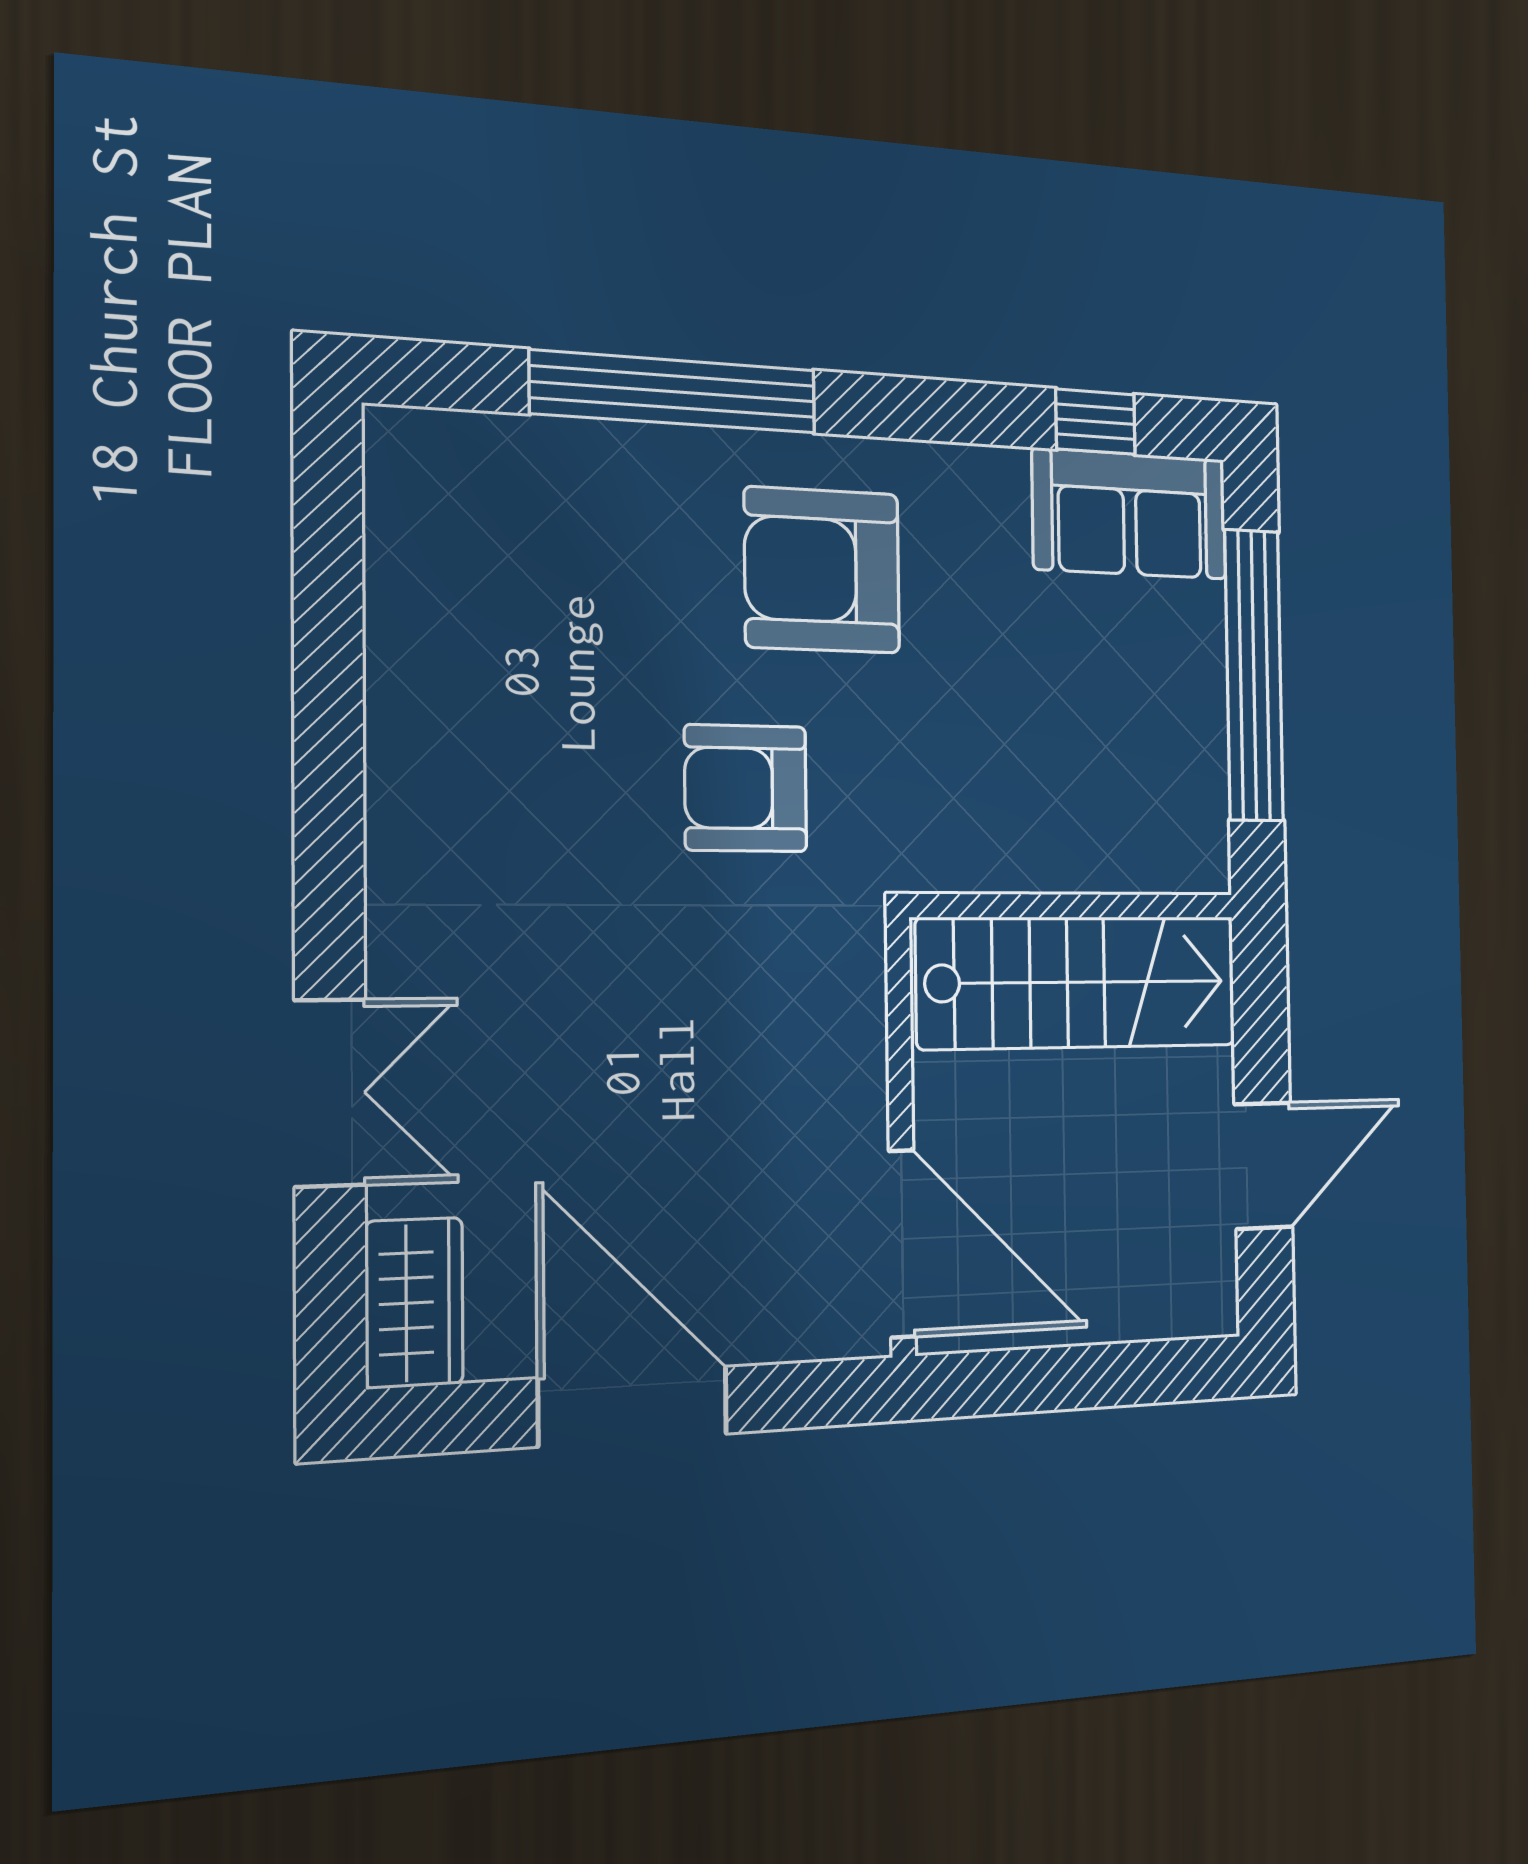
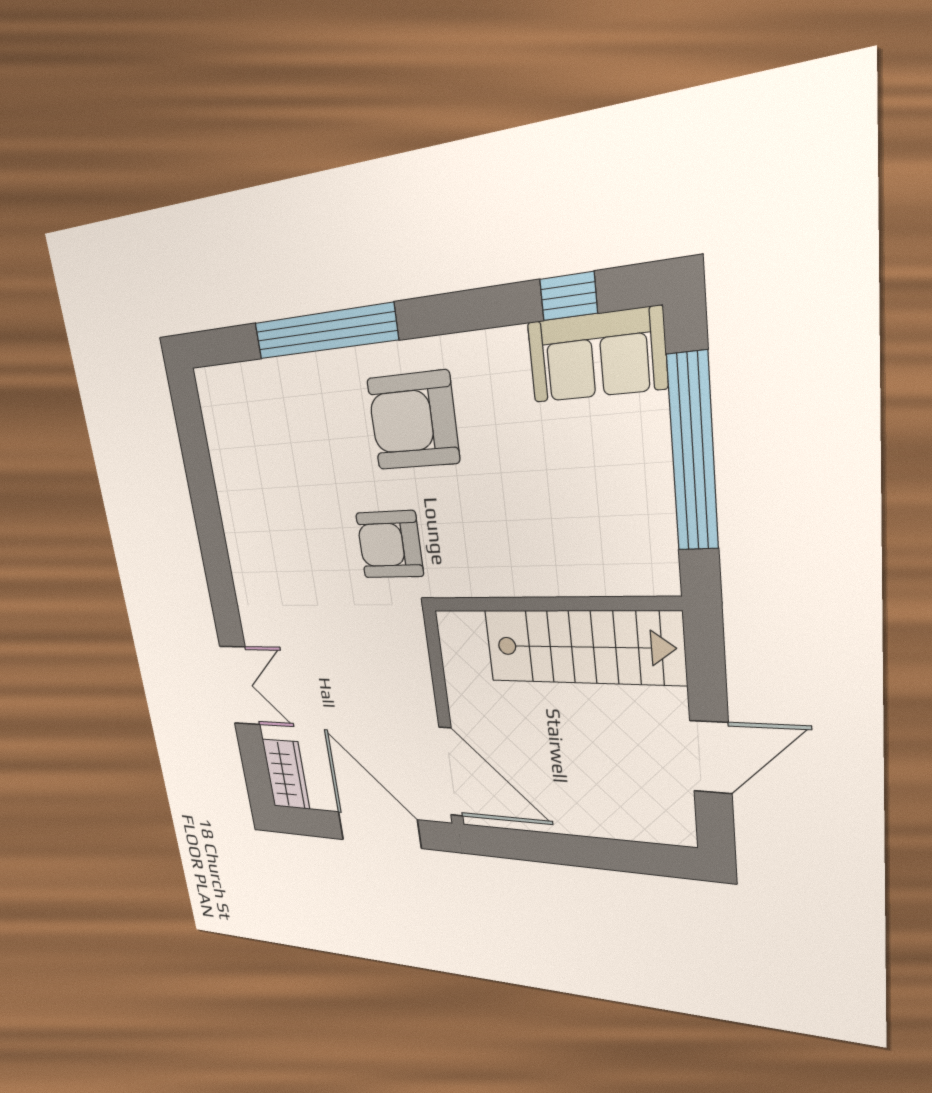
wall: (901, 1136) -> (444, 721), moved
door: (902, 1244) -> (451, 772), moved

